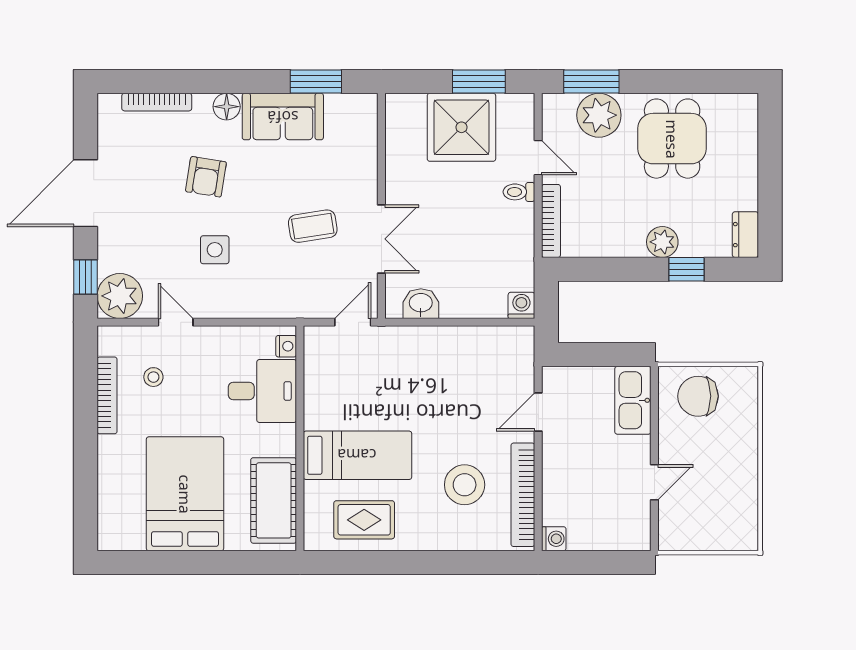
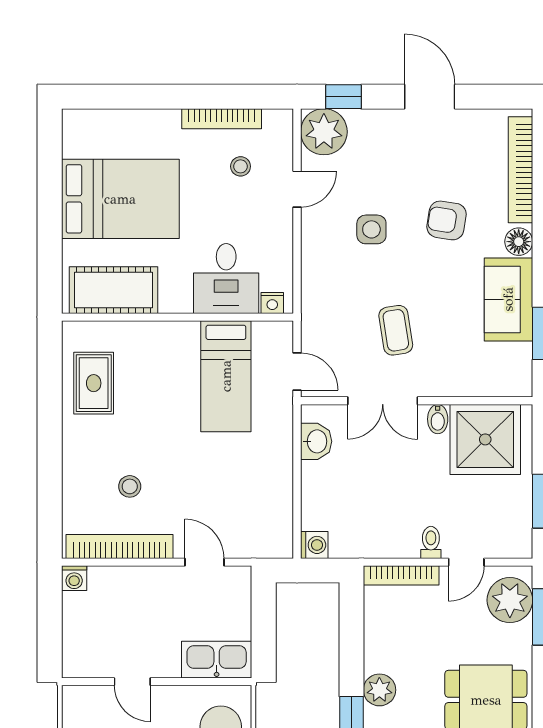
bookcase: (157, 102) -> (520, 170), width x1.48, depth x1.31
plant: (599, 115) -> (510, 600), moved
shower: (461, 127) -> (485, 439), moved
bidet: (399, 185) -> (438, 419), added
door: (86, 193) -> (430, 97), width x0.73
bed: (357, 455) -> (226, 376), moved
stool: (465, 485) -> (130, 486), width x0.53, depth x0.53

